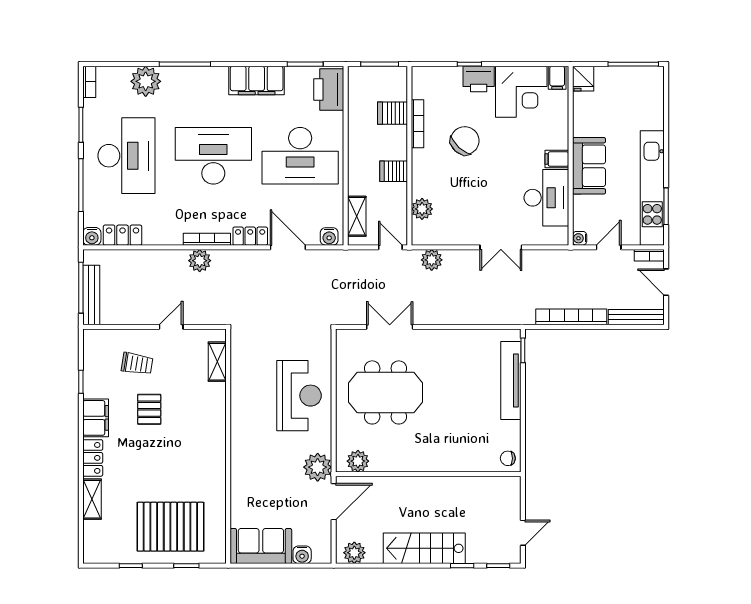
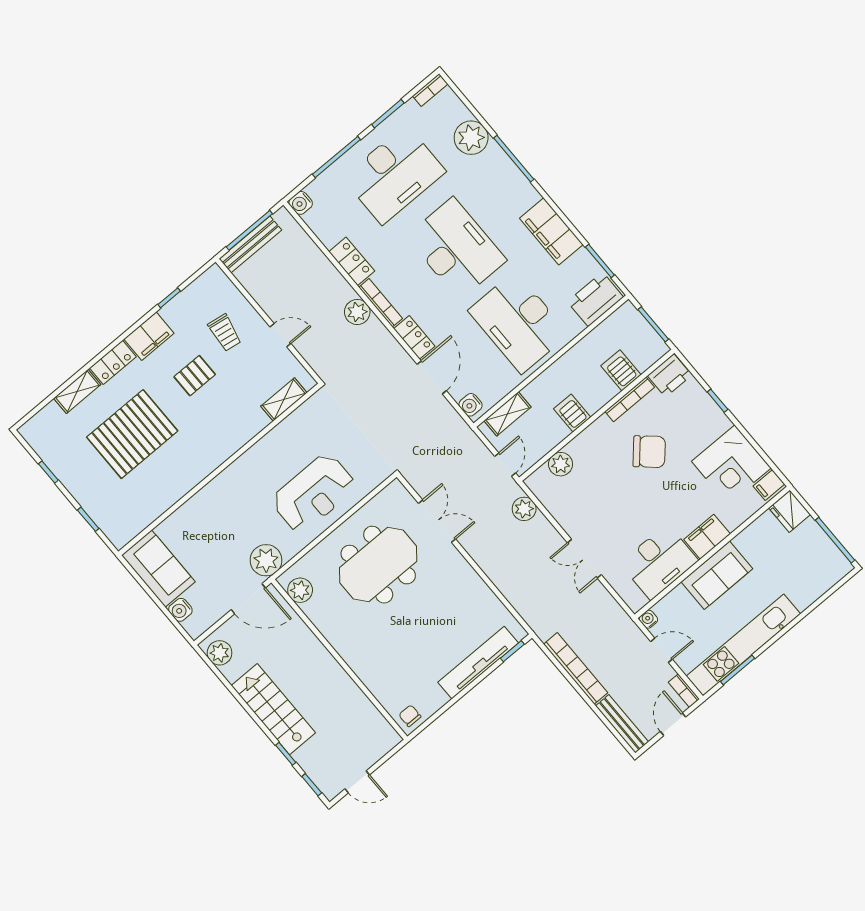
printer: (479, 79) -> (670, 375), moved, turned -90
fridge: (583, 79) -> (790, 511), width x1.38
filing cabinet: (557, 159) -> (707, 537), width x2.00
locker: (123, 235) -> (352, 261), moved
meeting table: (385, 392) -> (378, 565), turned 90
pallet: (170, 527) -> (132, 434), moved, turned 90

